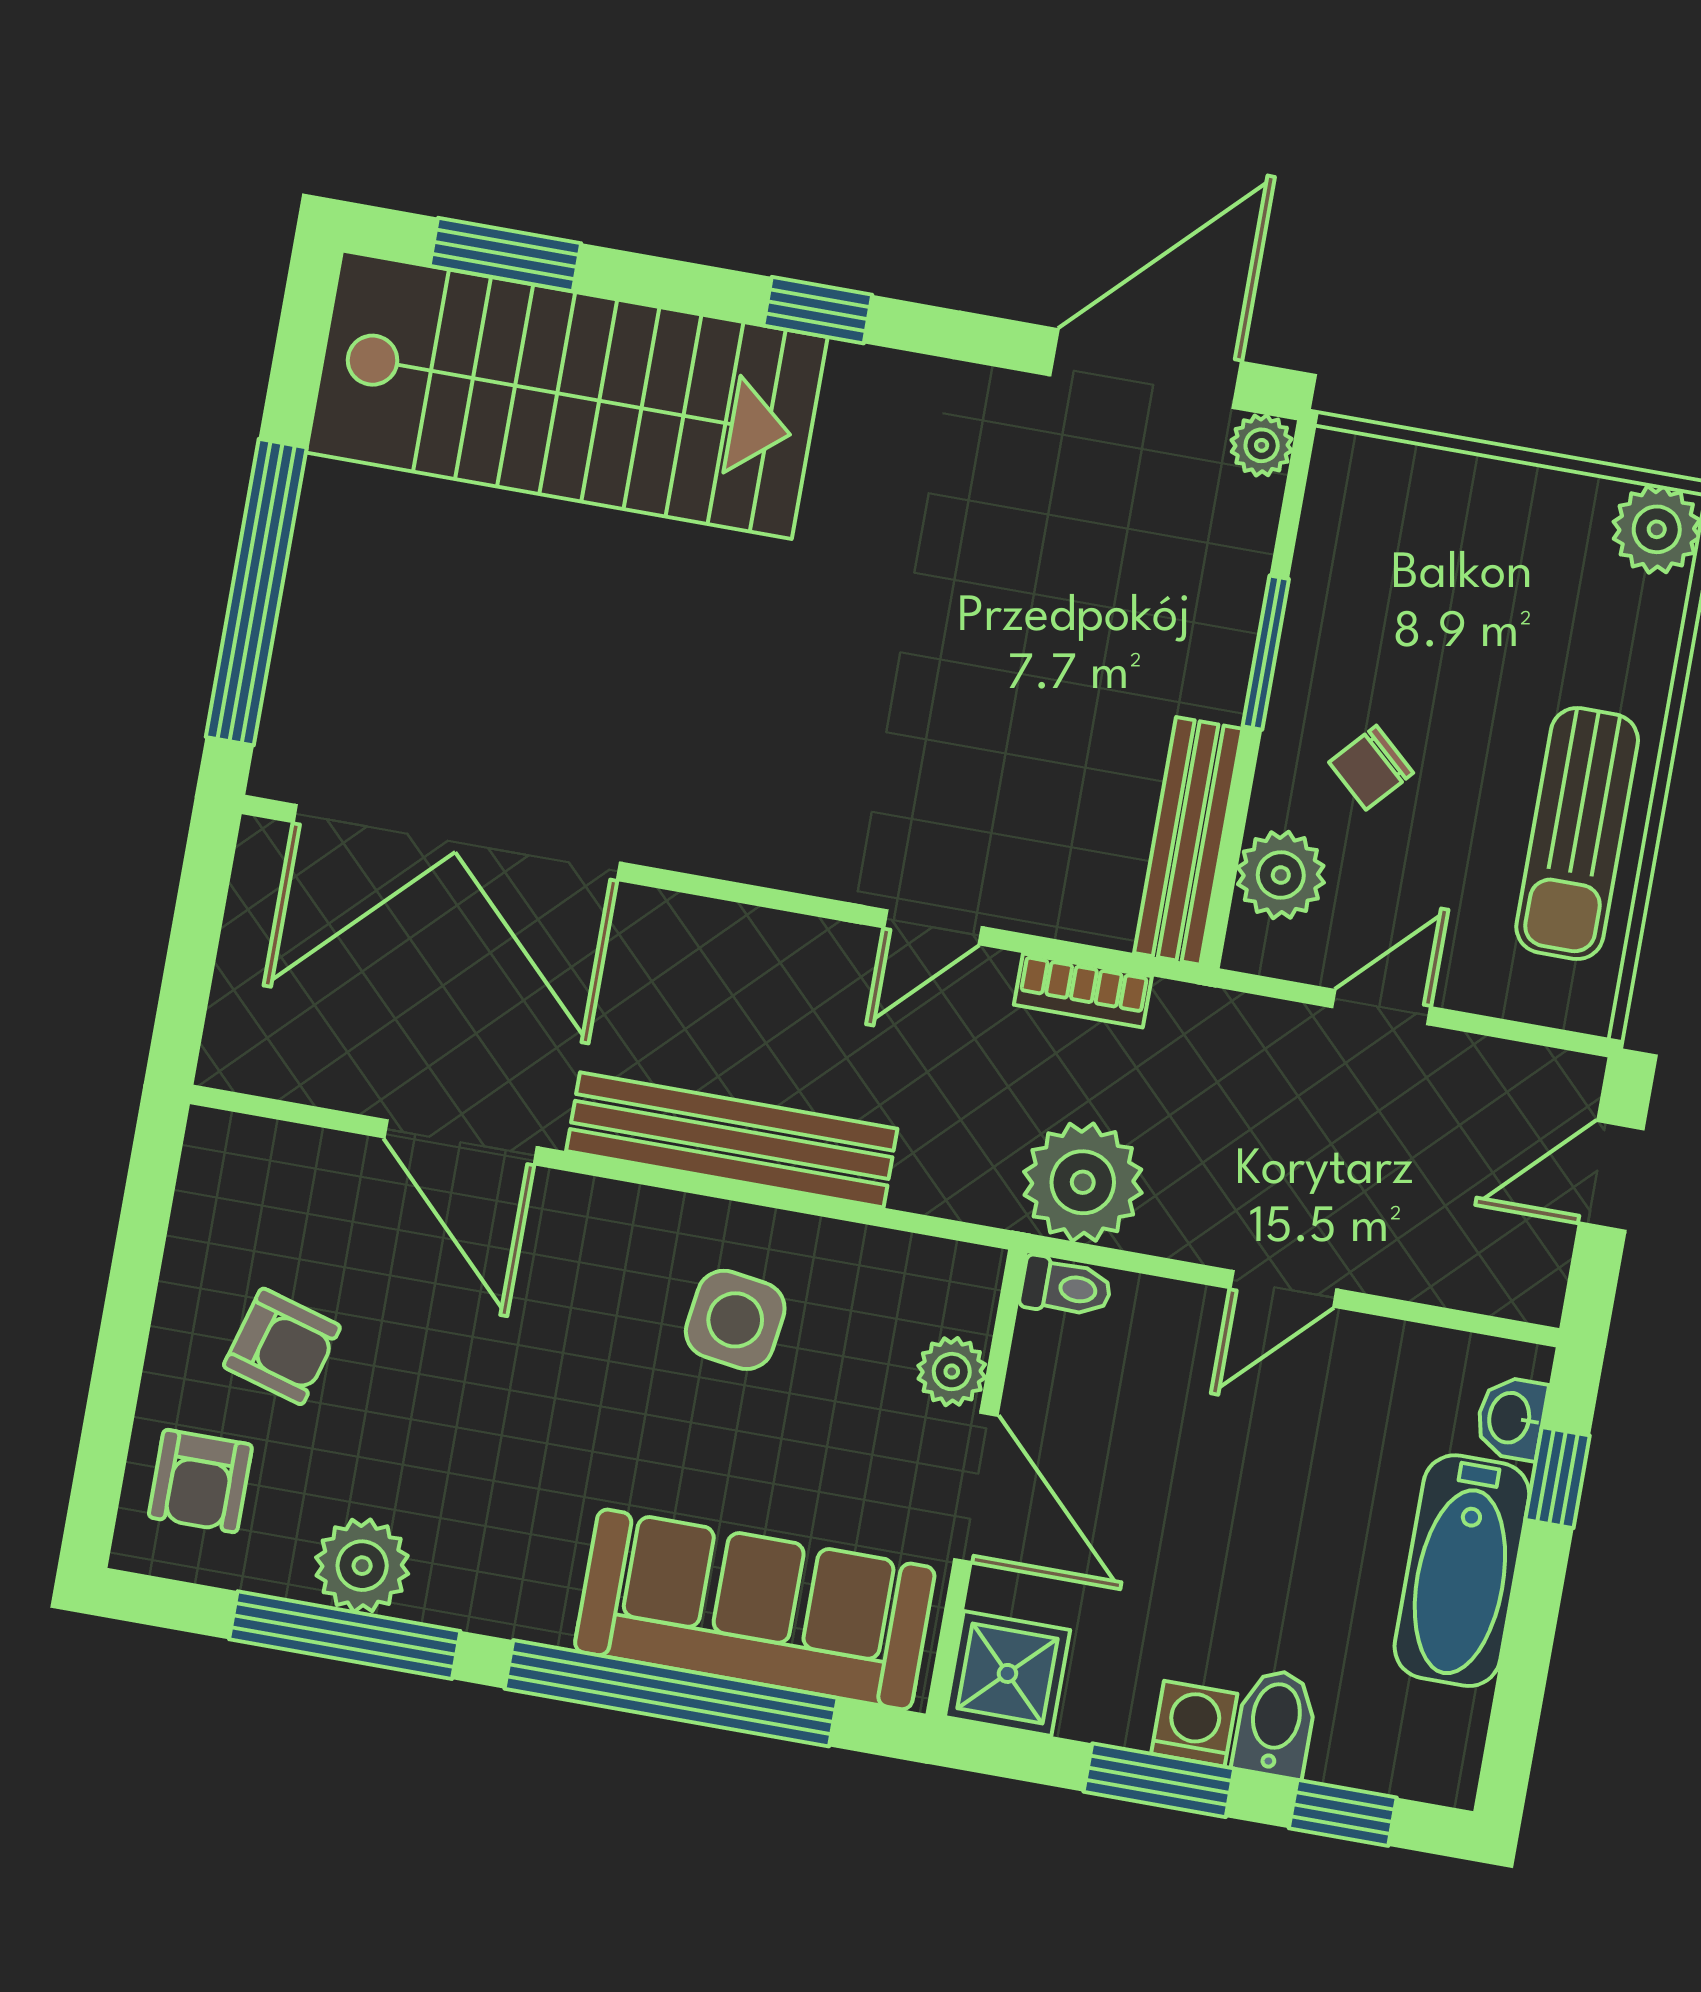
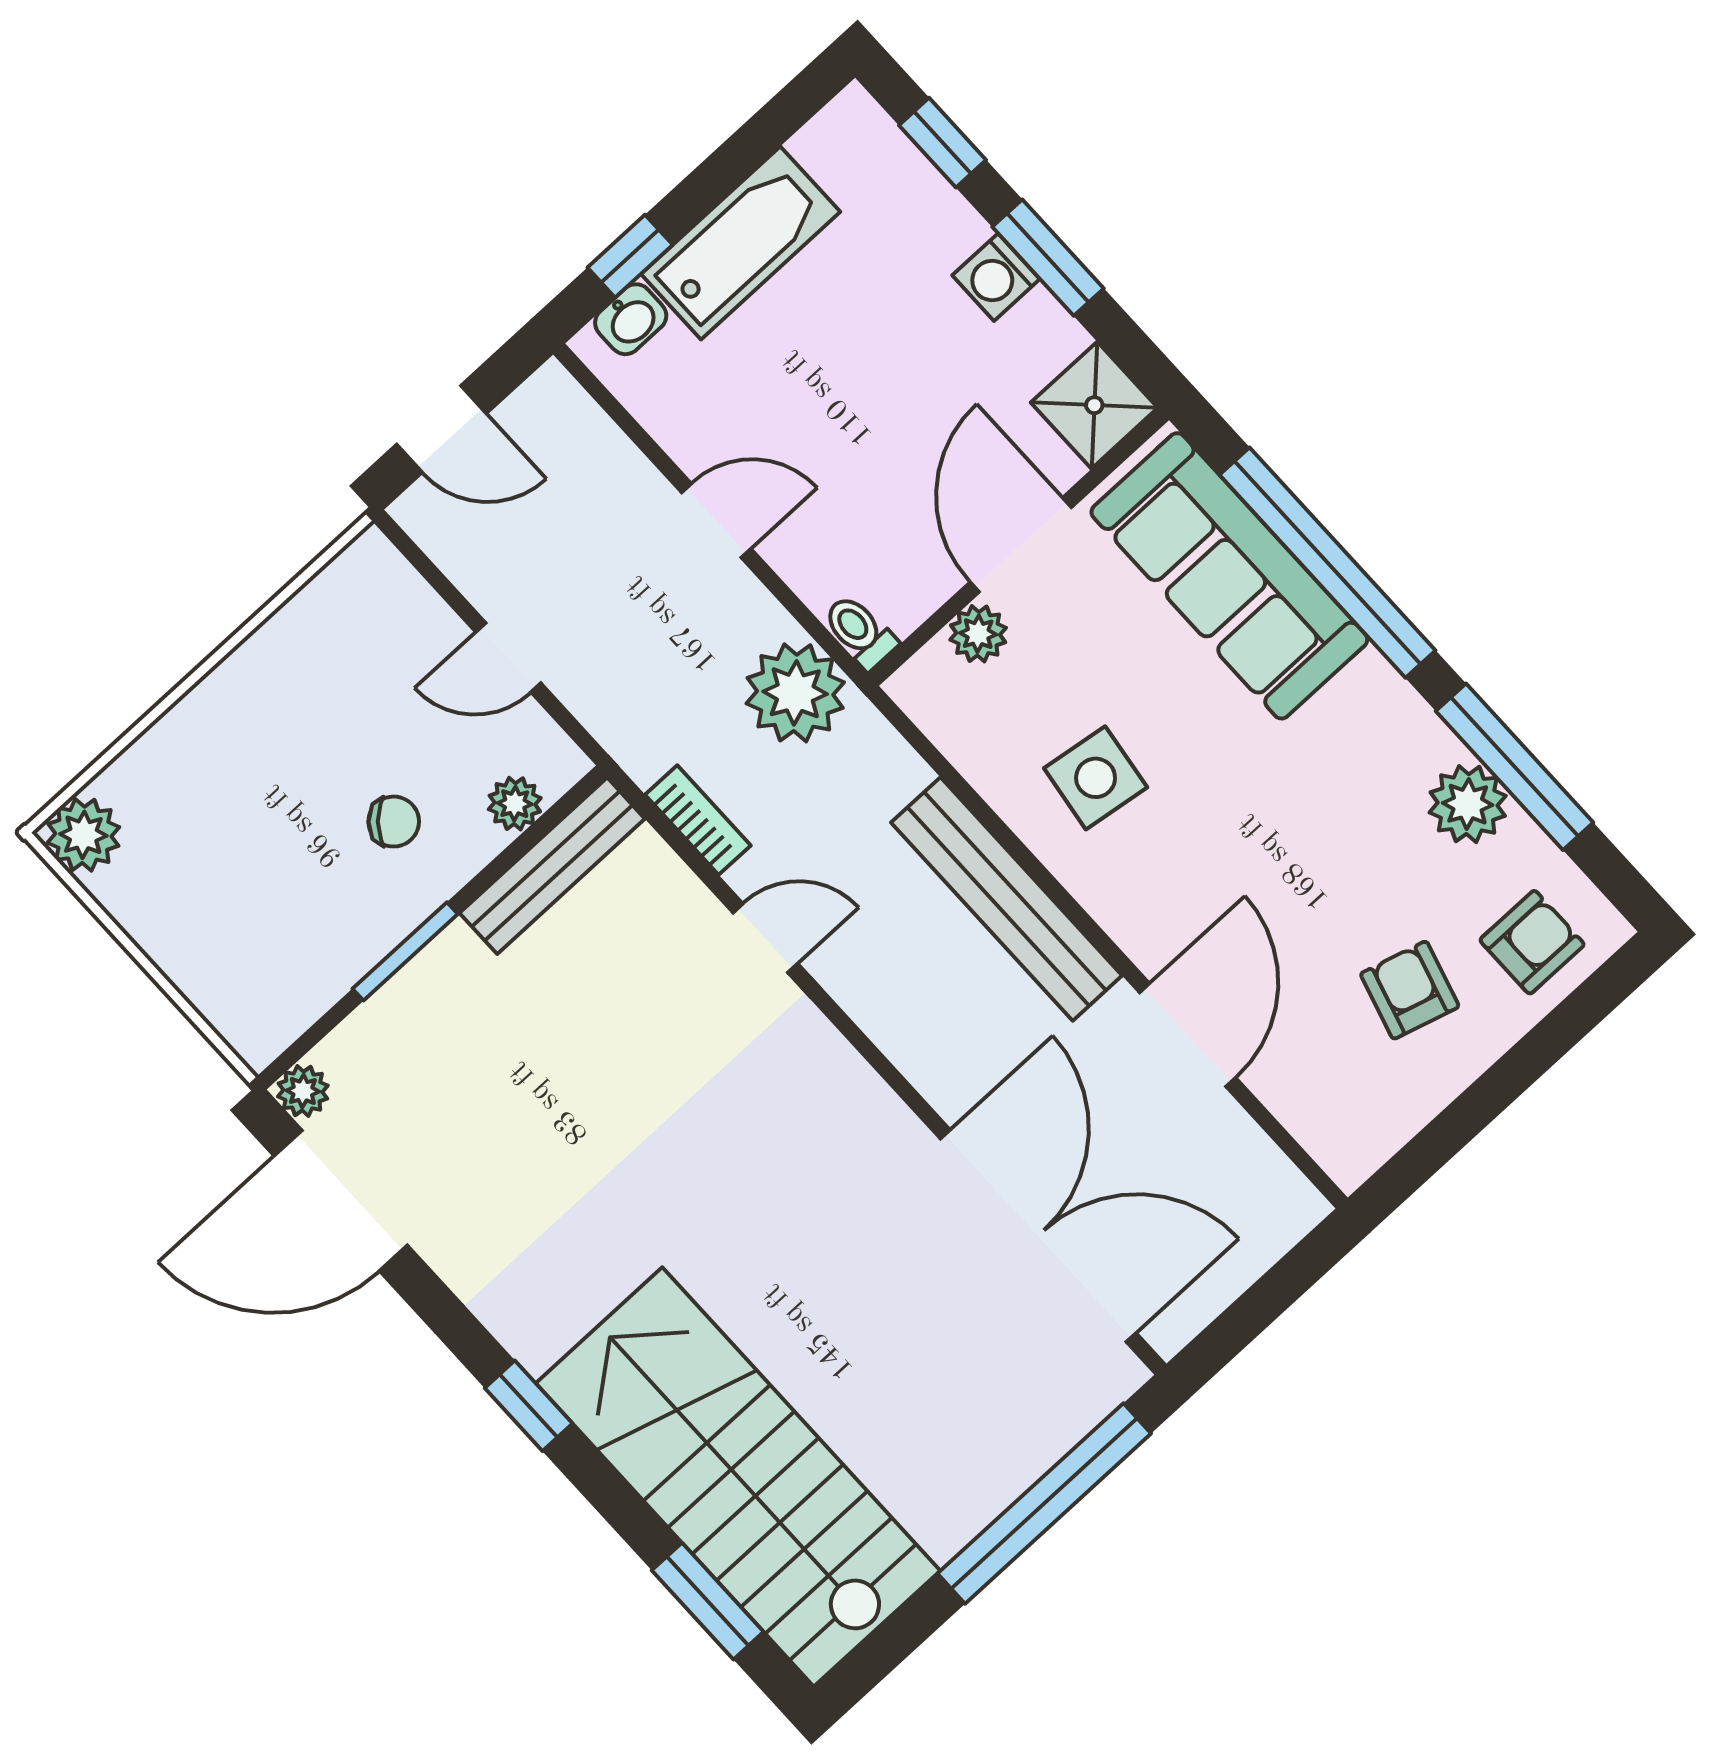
sun lounger: (1577, 834) -> (290, 673), removed
plant: (1281, 875) -> (515, 804), width x0.73, depth x0.73
bidet: (1275, 1723) -> (942, 236), removed

